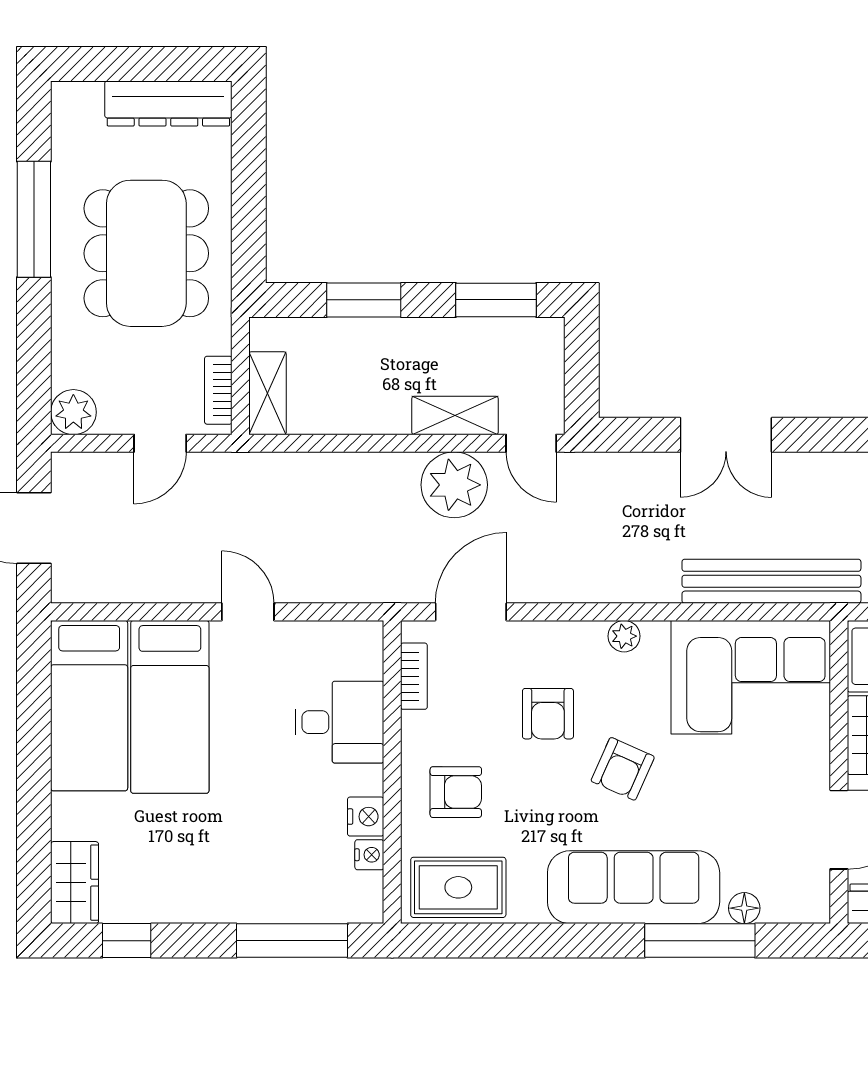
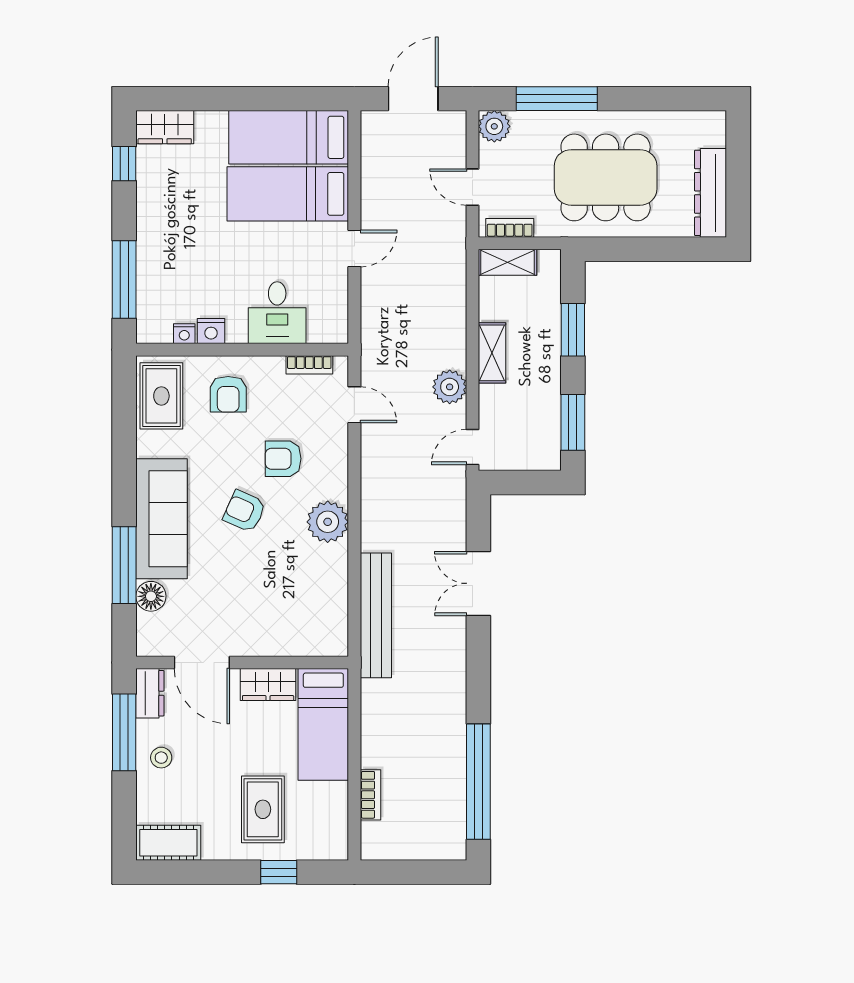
window: (34, 219) -> (557, 99), moved
shelving: (455, 415) -> (492, 353), moved
plant: (454, 485) -> (450, 387), width x0.73, depth x0.73
door: (471, 612) -> (354, 405), width x0.73
plant: (624, 636) -> (328, 522), width x1.88, depth x1.88
corner sofa: (751, 677) -> (309, 601), removed
floor lamp: (744, 908) -> (151, 596), width x1.37, depth x1.37

